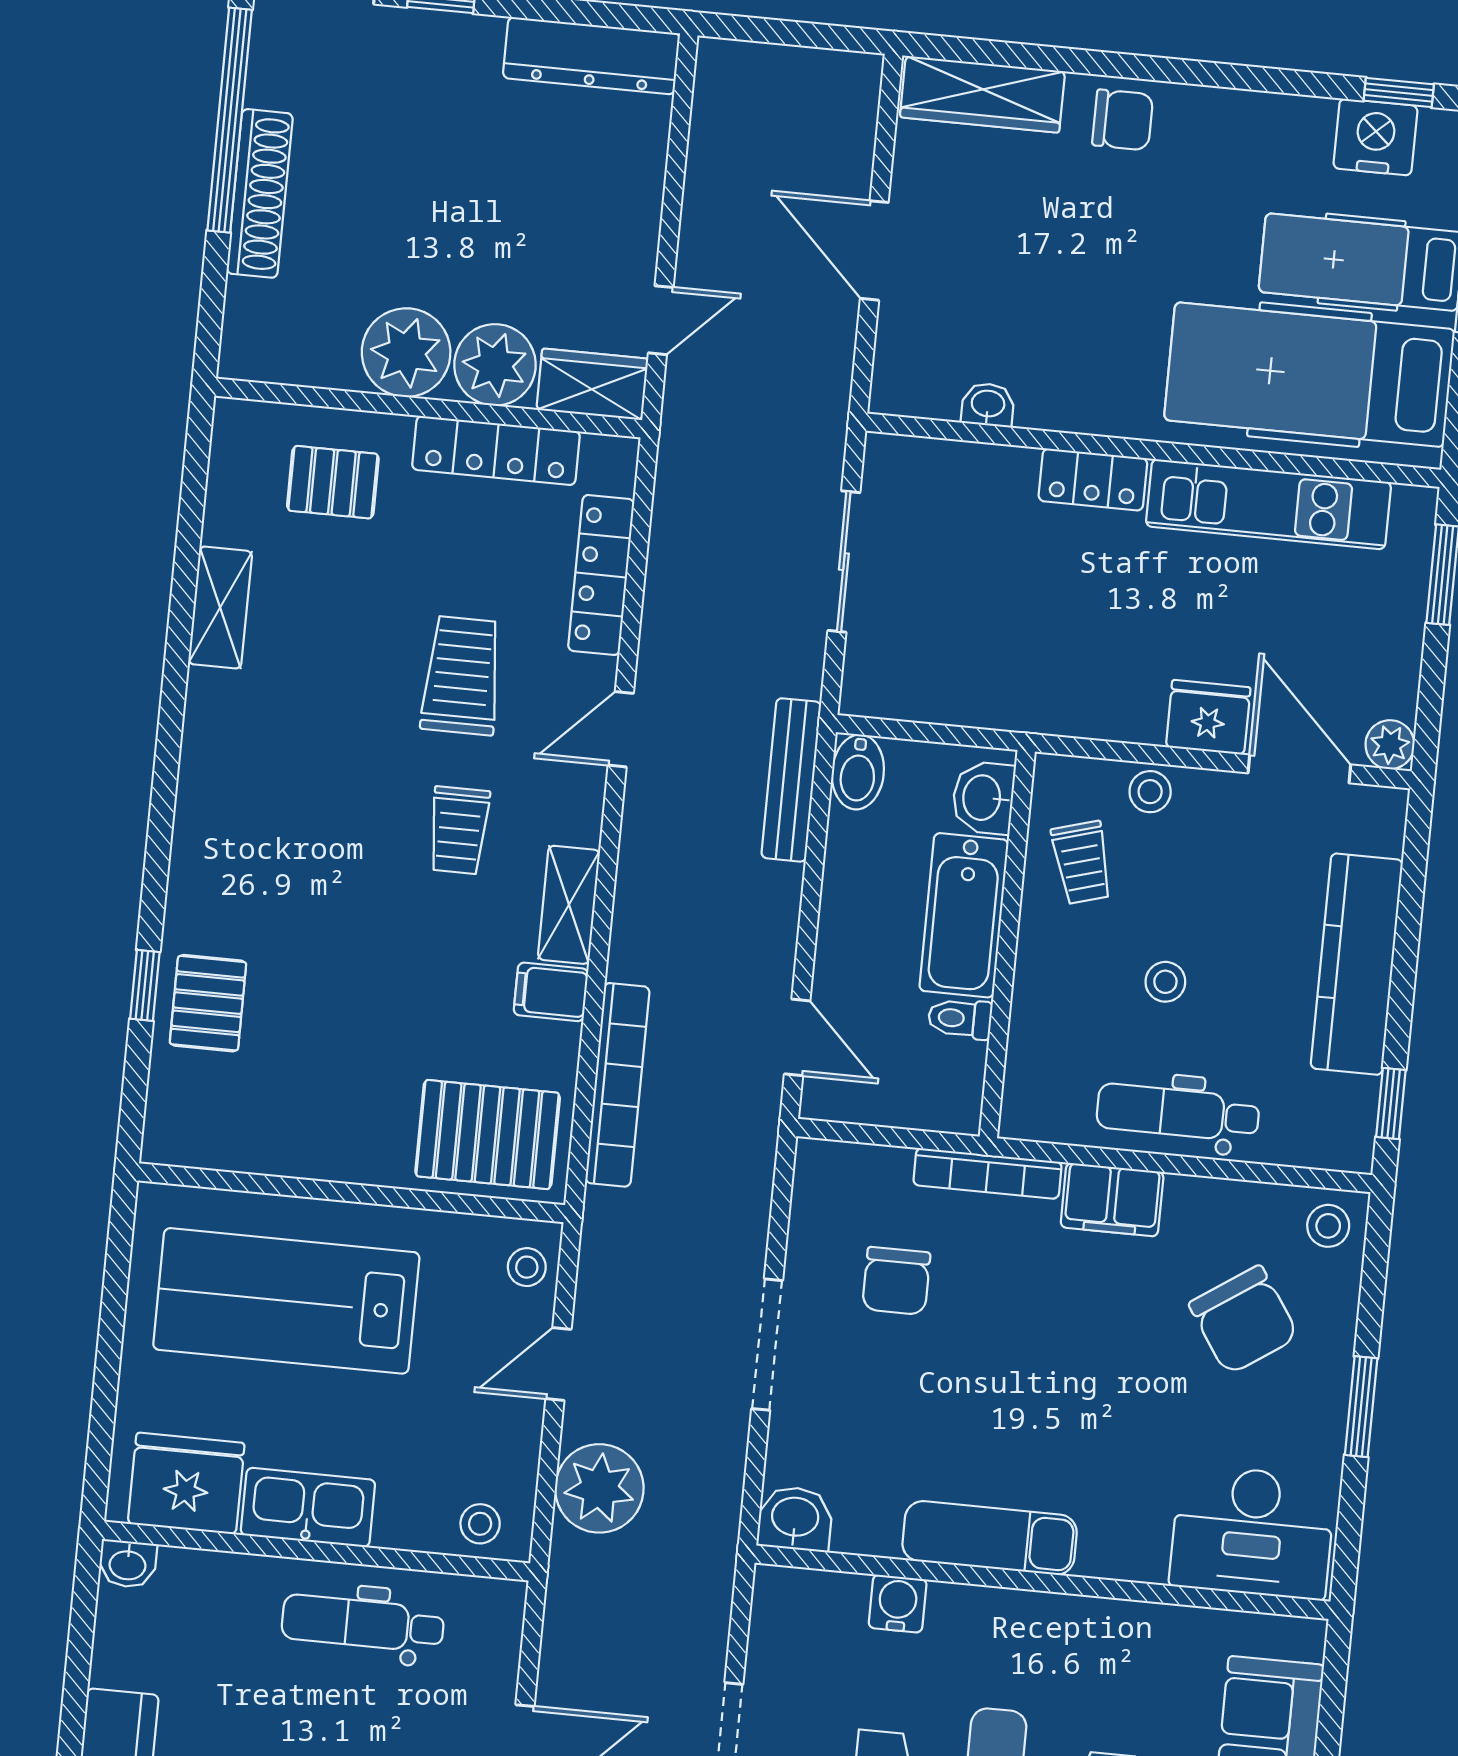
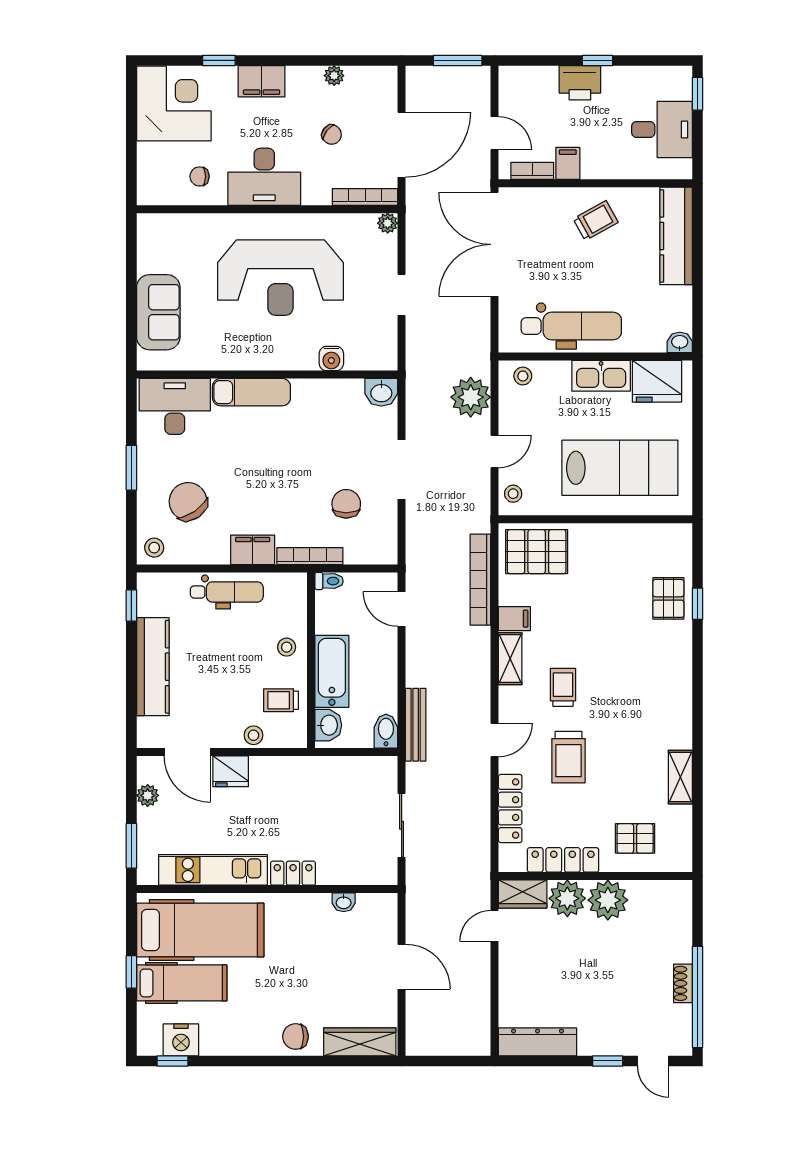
shoe rack: (260, 193) -> (683, 983), width x0.51, depth x0.81
plant: (1390, 745) -> (148, 795), moved
trolley: (1082, 863) -> (281, 700), turned -74
stool: (1165, 982) -> (287, 647), moved
toilet: (960, 1019) -> (329, 581), moved
exam couch: (990, 1538) -> (251, 392), moved
dental chair: (363, 1623) -> (571, 326), width x1.36, depth x1.38

